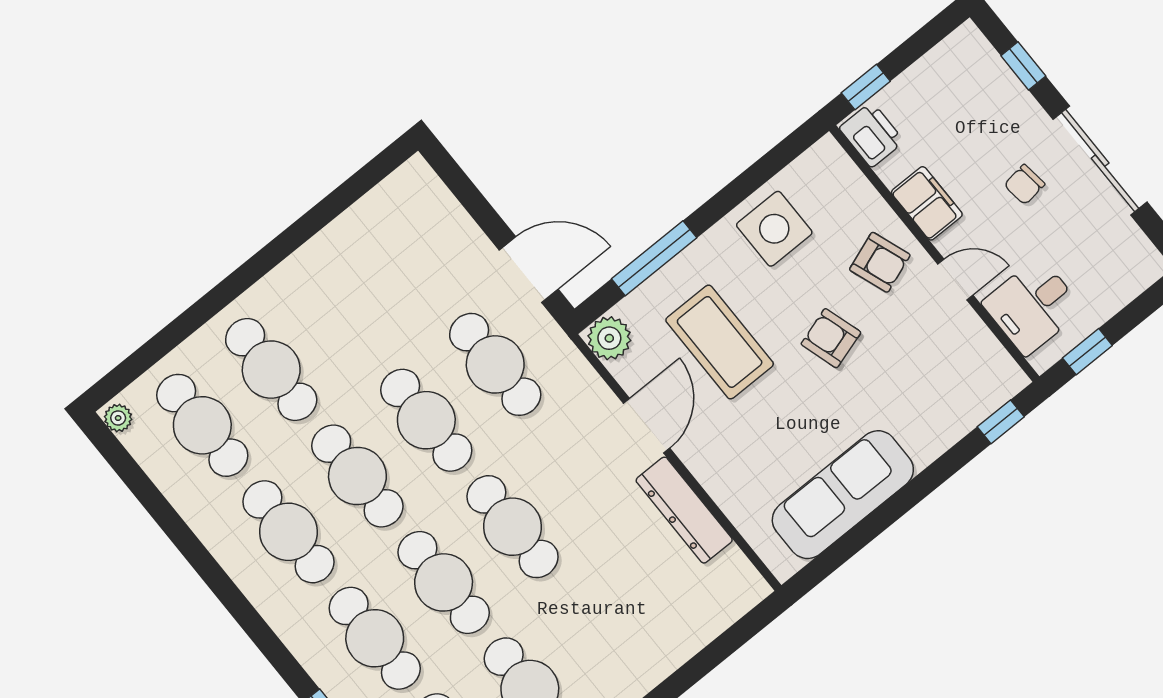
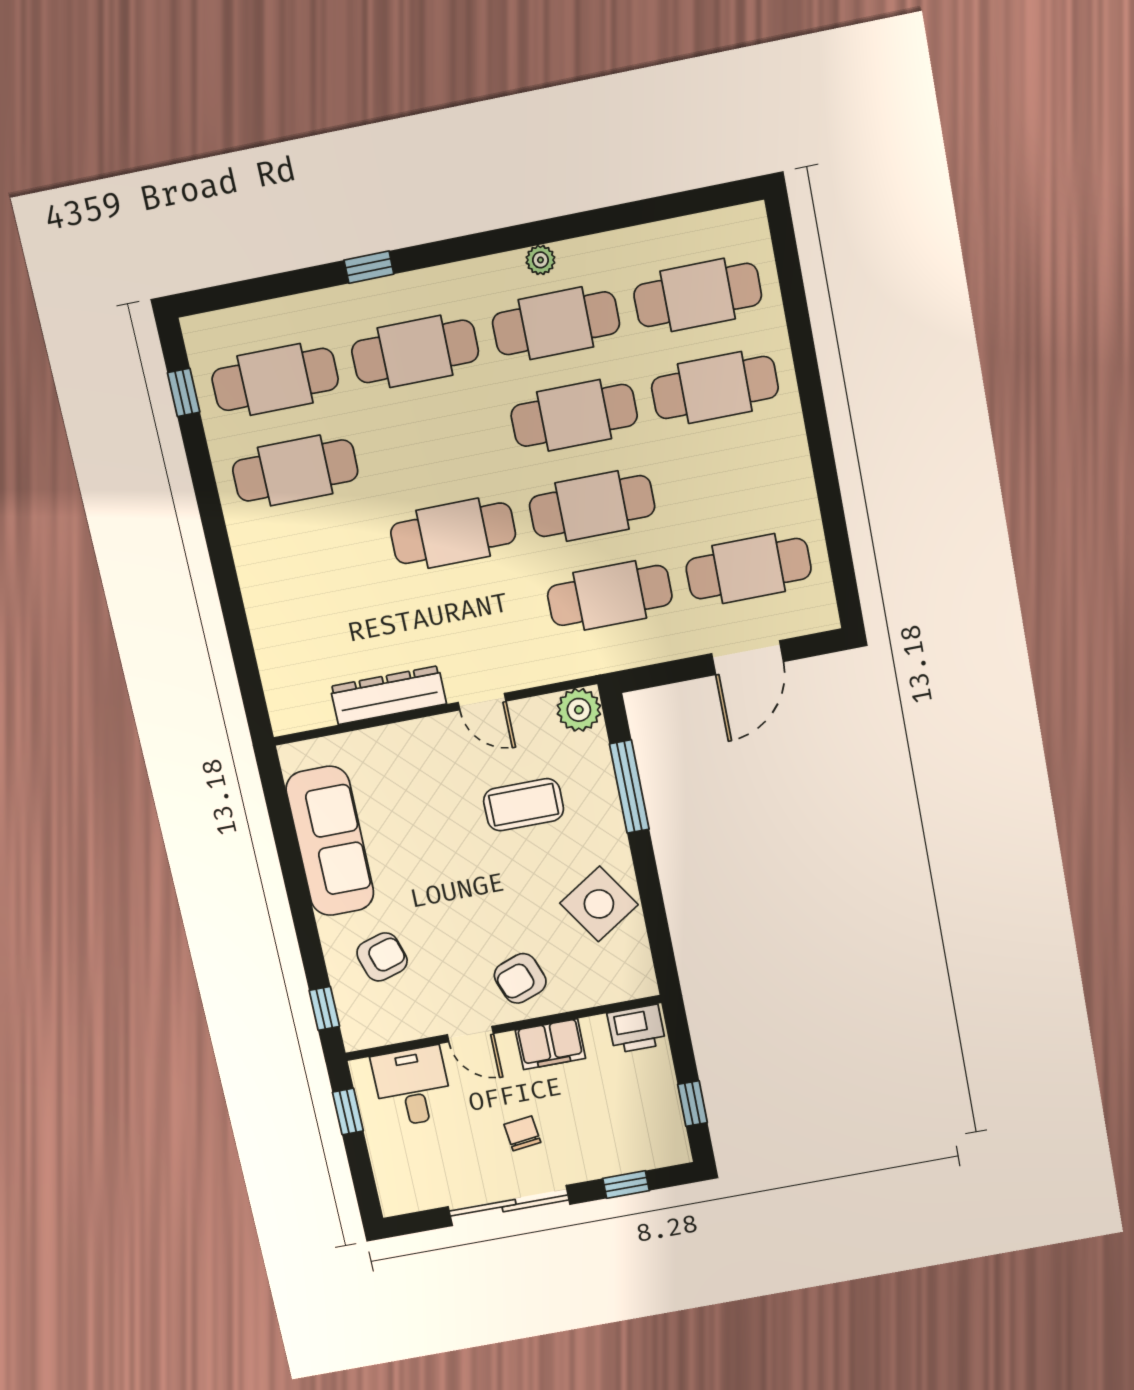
window: (866, 87) -> (692, 1104), moved
side table: (774, 229) -> (599, 904), turned -33
door: (529, 270) -> (748, 658), moved
door: (955, 280) -> (470, 1034), hinge flipped
armchair: (831, 338) -> (382, 957), moved
coffee table: (720, 342) -> (524, 805), width x0.73, depth x0.76
plant: (118, 418) -> (540, 260), moved
door: (647, 426) -> (482, 702), width x0.73
cafe table: (444, 582) -> (749, 569), moved

